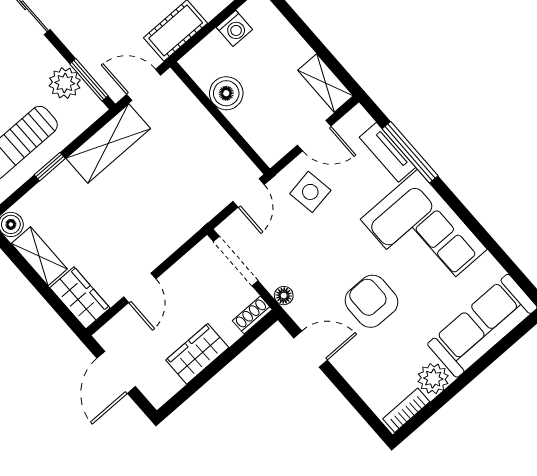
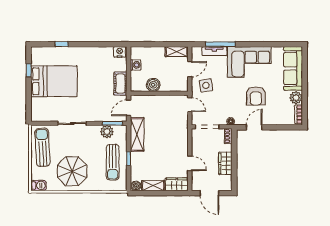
armchair: (371, 301) -> (256, 96), turned -90

